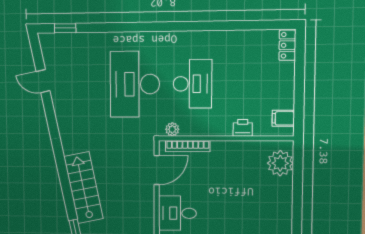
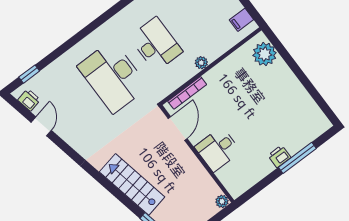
door: (43, 81) -> (41, 126), swing flipped
printer: (243, 128) -> (29, 100), moved, turned 78
plant: (172, 129) -> (201, 63), moved

